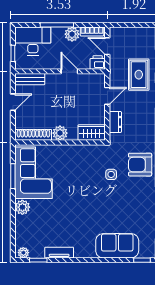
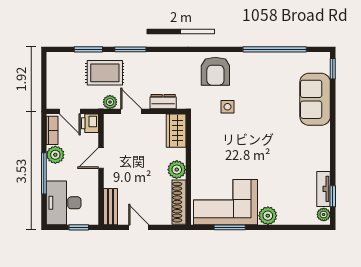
door: (107, 46) -> (70, 111), hinge flipped
plant: (115, 79) -> (110, 102), added
tv unit: (59, 253) -> (323, 189), moved

